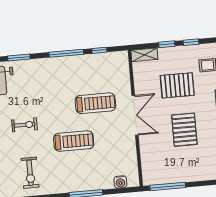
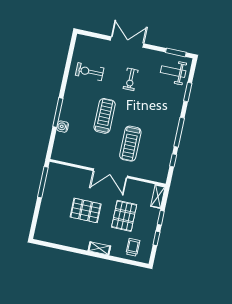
treadmill: (74, 141) -> (105, 116), turned 180
water cooler: (120, 182) -> (63, 127), moved

